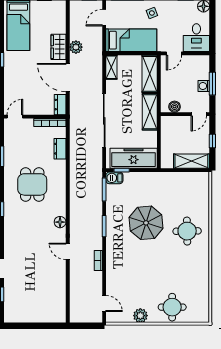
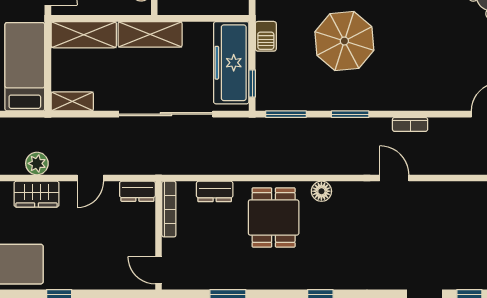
door: (68, 78) -> (90, 178), width x0.53
barbecue: (114, 178) -> (266, 36), moved
dining table: (32, 184) -> (274, 217), moved, turned 90
floor lamp: (60, 222) -> (321, 191), moved
door: (68, 251) -> (394, 178), swing flipped

